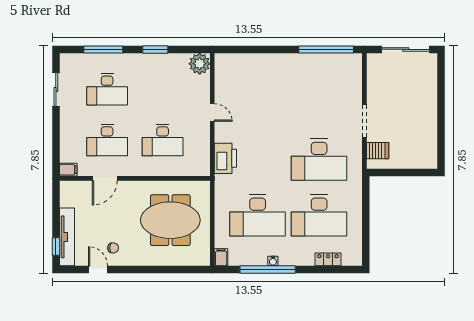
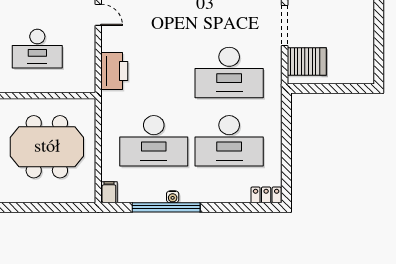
server rack: (378, 151) -> (307, 62), width x1.36, depth x1.44
locker: (328, 259) -> (266, 195), moved

